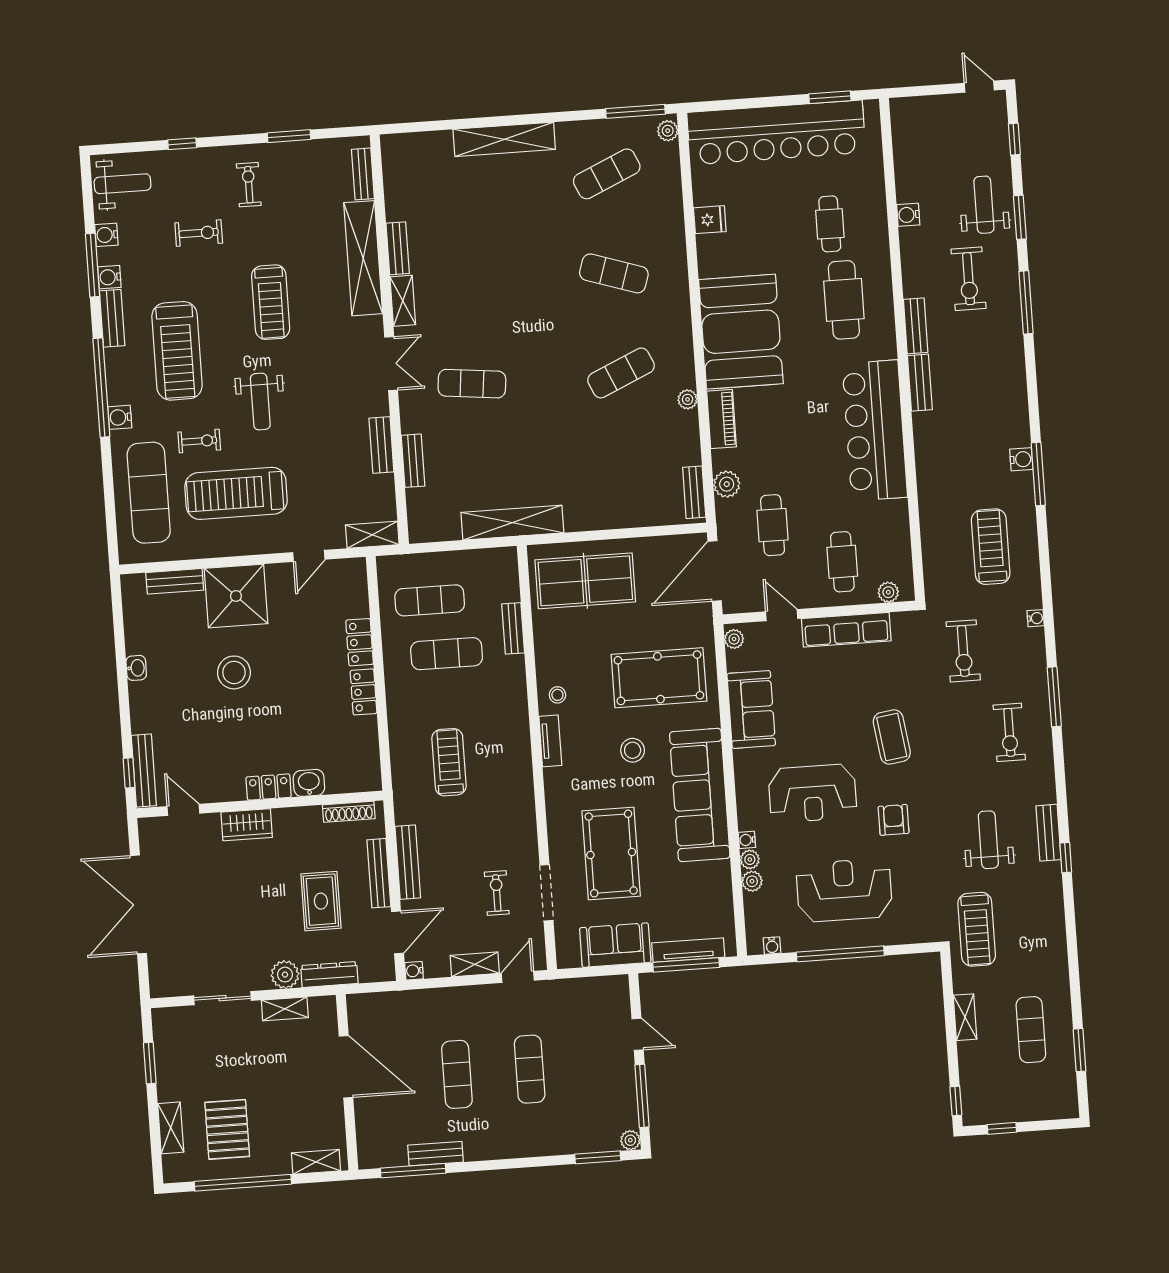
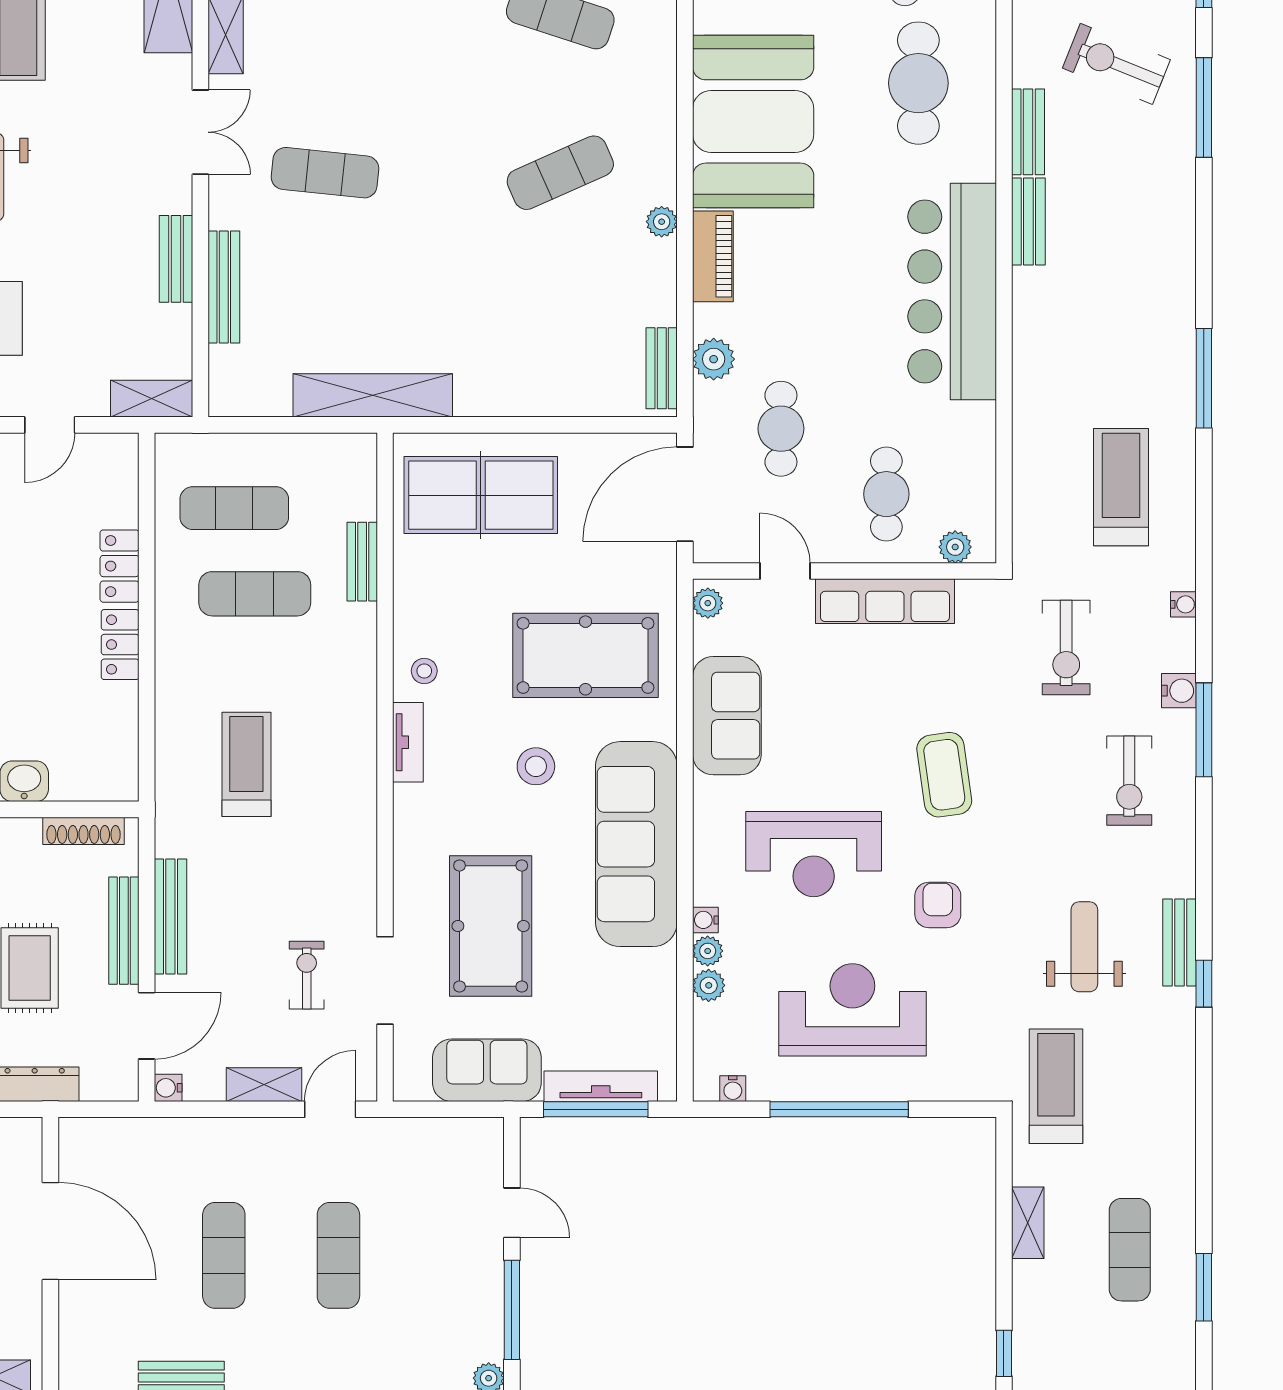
exercise bike: (969, 279) -> (1116, 64), turned 112
water cooler: (1021, 459) -> (1179, 691), moved
bench: (413, 461) -> (224, 287), width x1.36
treadmill: (977, 929) -> (1056, 1086), turned 180

